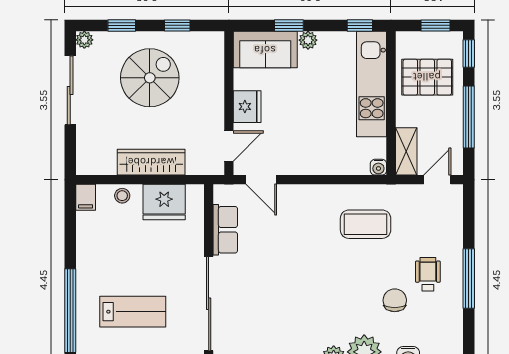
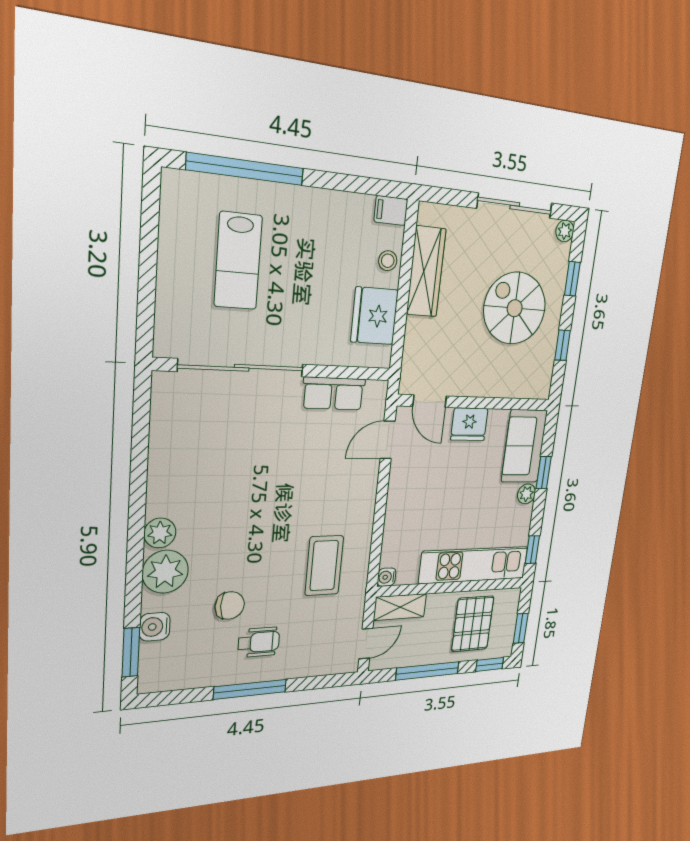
spiral stairs: (150, 78) -> (515, 308), turned 180
wardrobe: (151, 162) -> (426, 272), moved
door: (437, 180) -> (366, 644), hinge flipped

